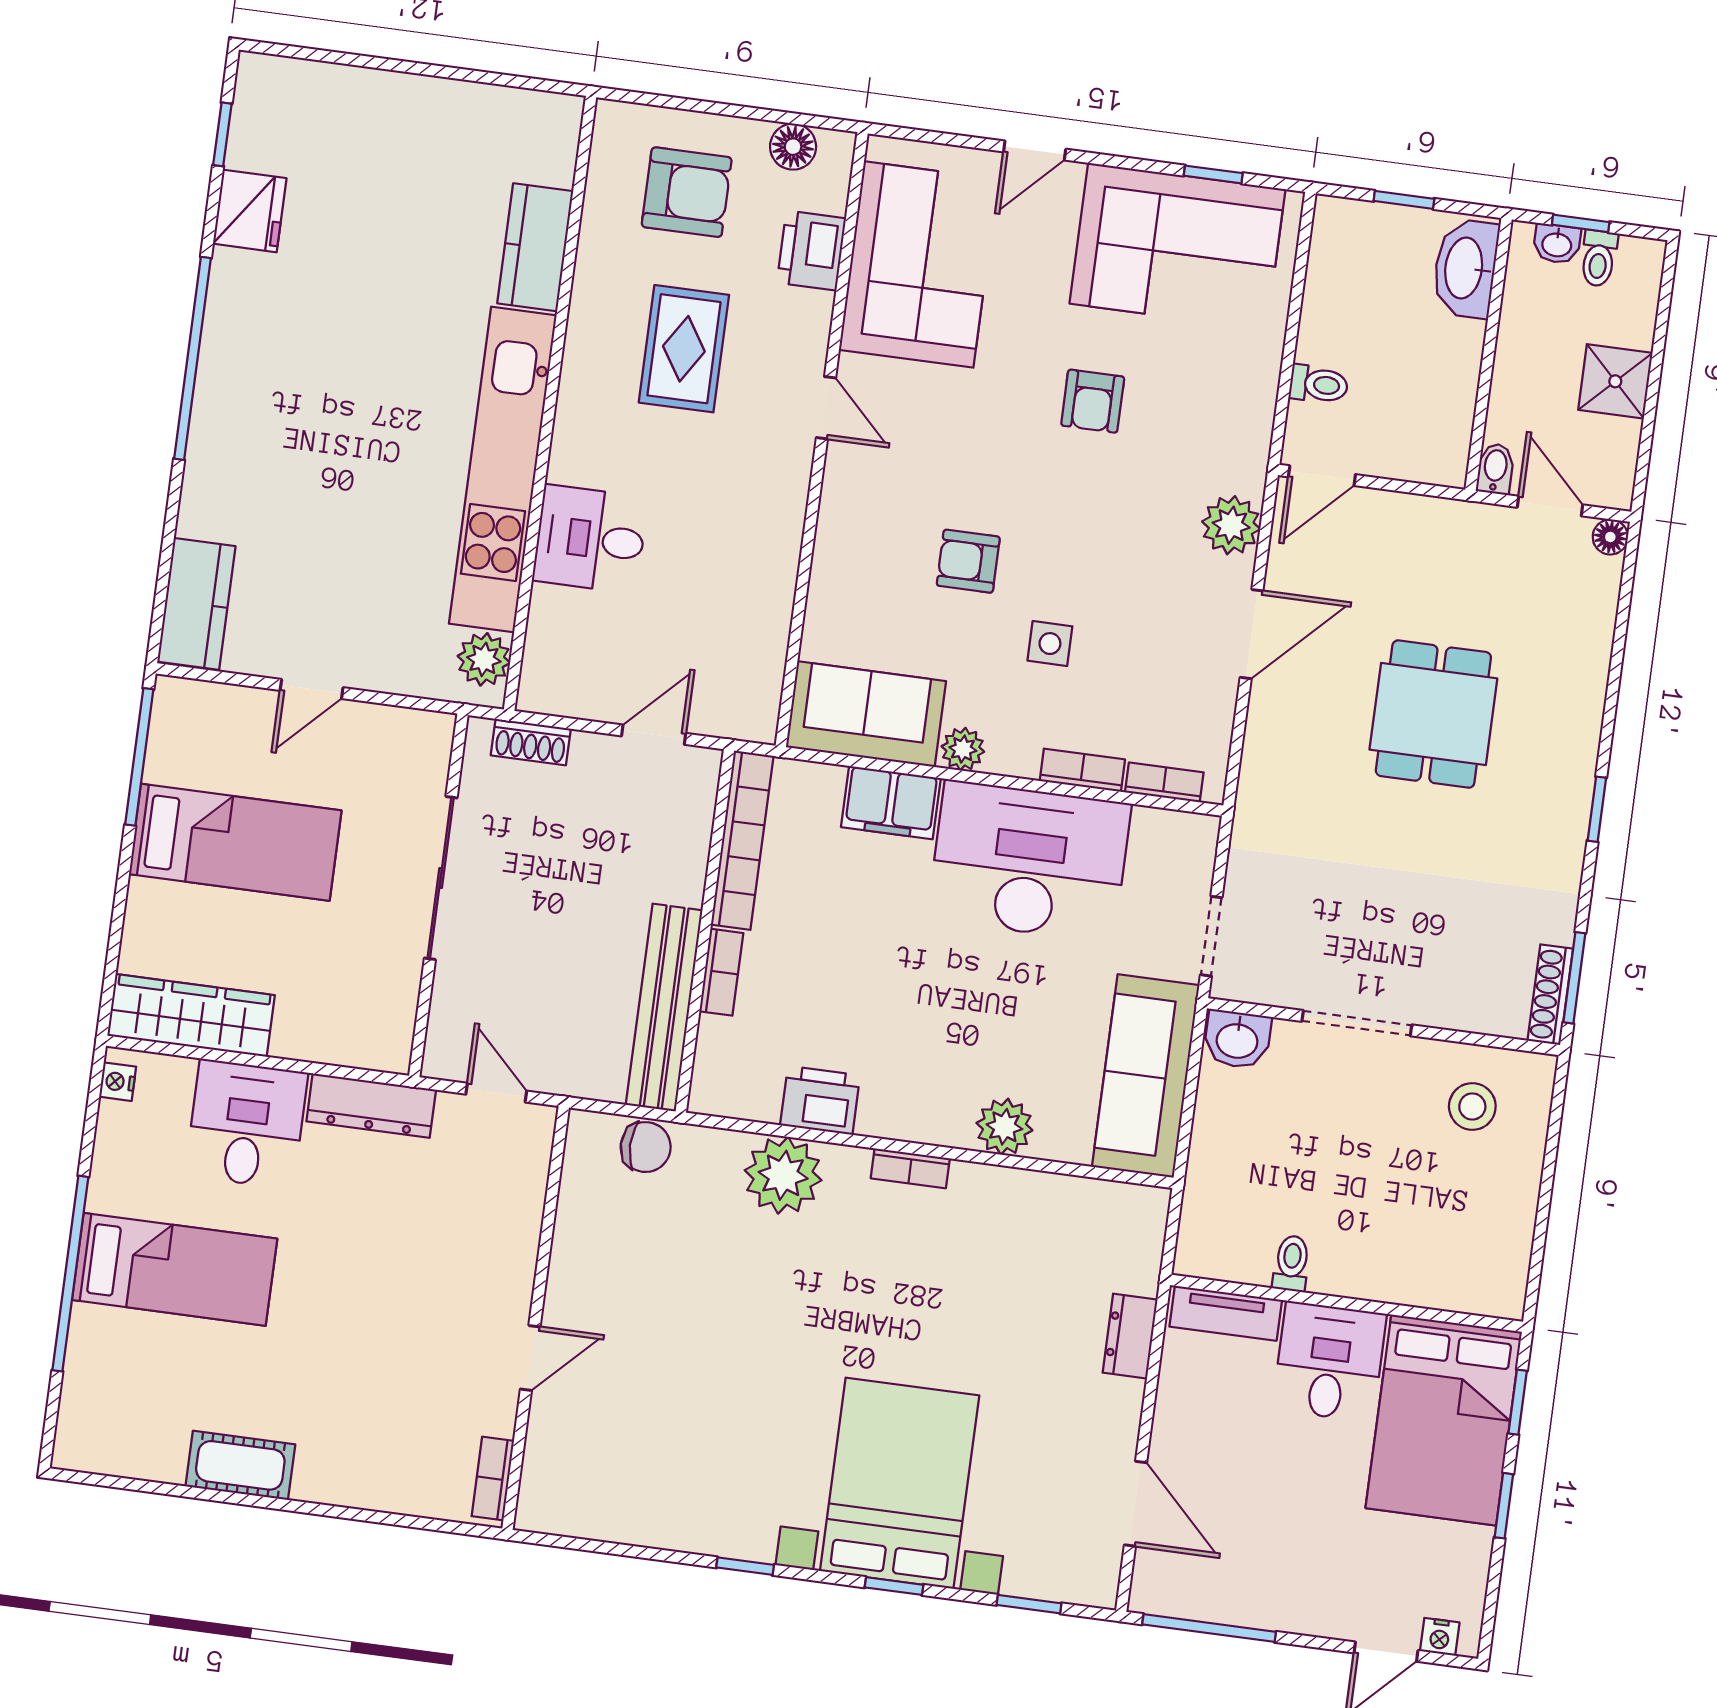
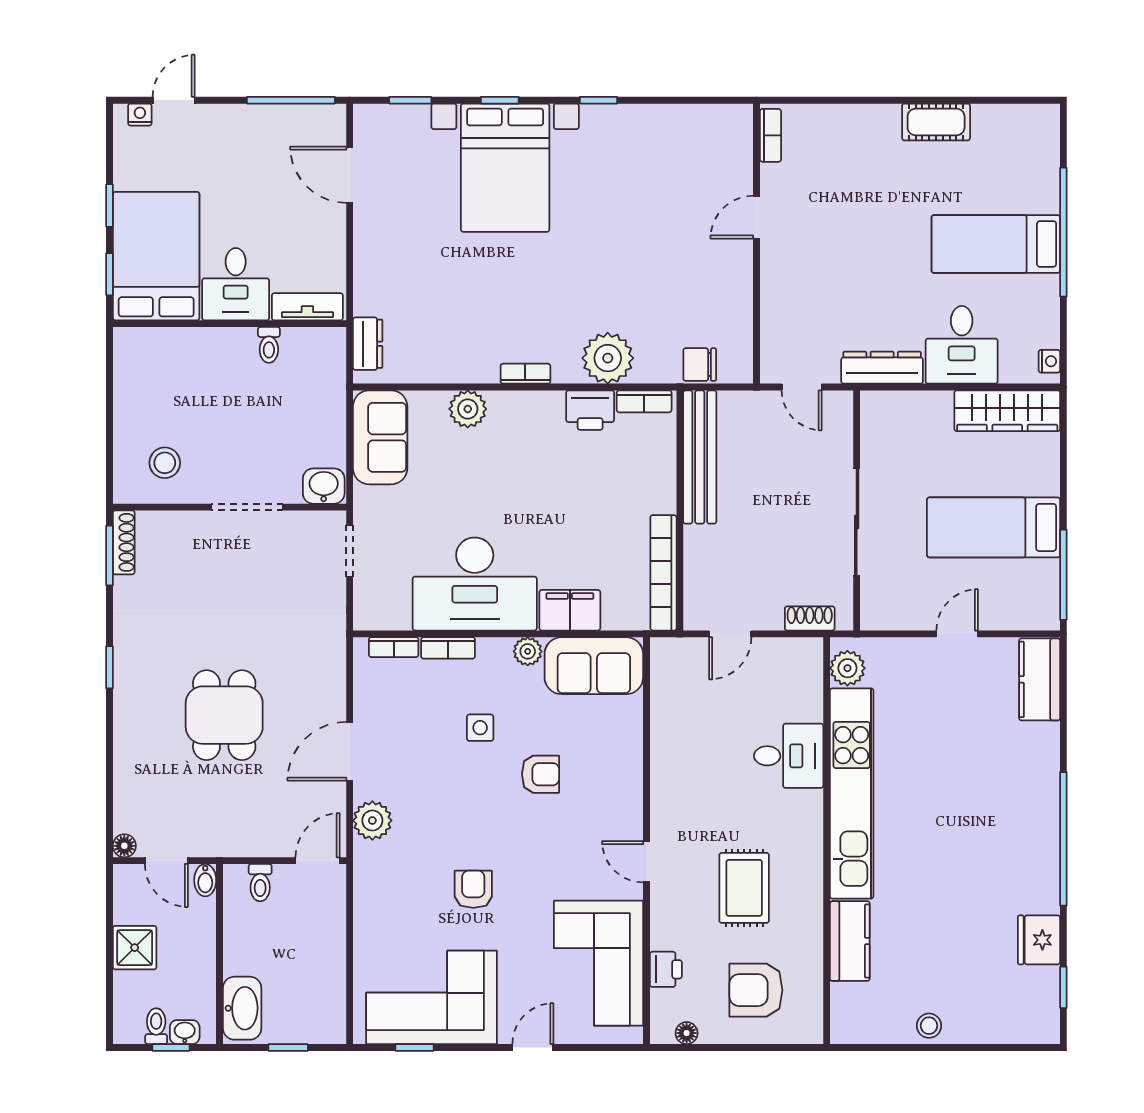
stool: (433, 104) -> (929, 1026), added
floor lamp: (793, 147) -> (687, 1033), width x0.73, depth x0.73
printer: (811, 250) -> (666, 969), width x0.73, depth x0.81
toilet: (1319, 384) -> (260, 883), moved, turned -90
bookcase: (721, 972) -> (644, 401), moved, turned -90
sofa: (1146, 1076) -> (380, 437), width x0.73
dresser: (1130, 1336) -> (368, 344), moved

